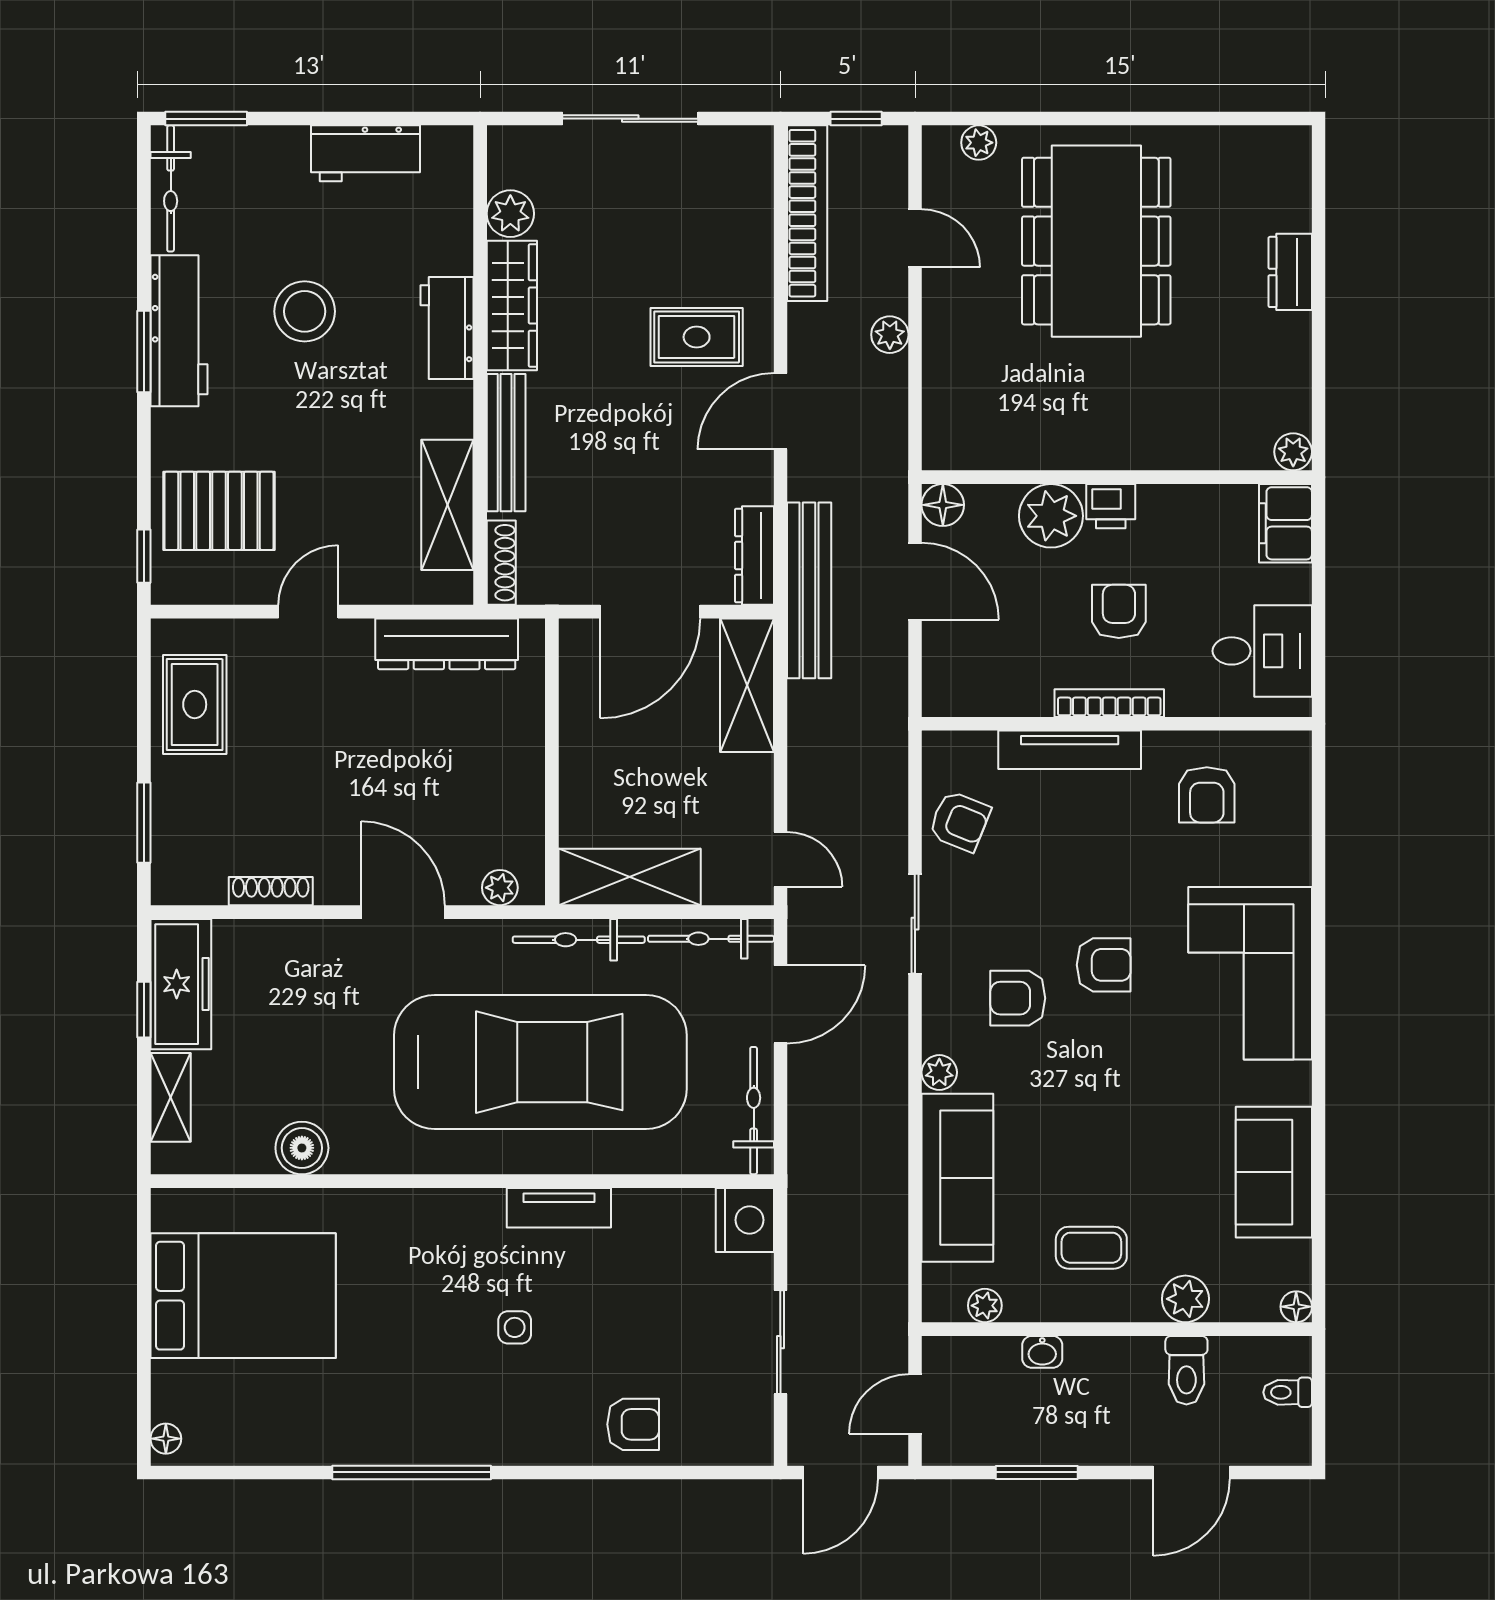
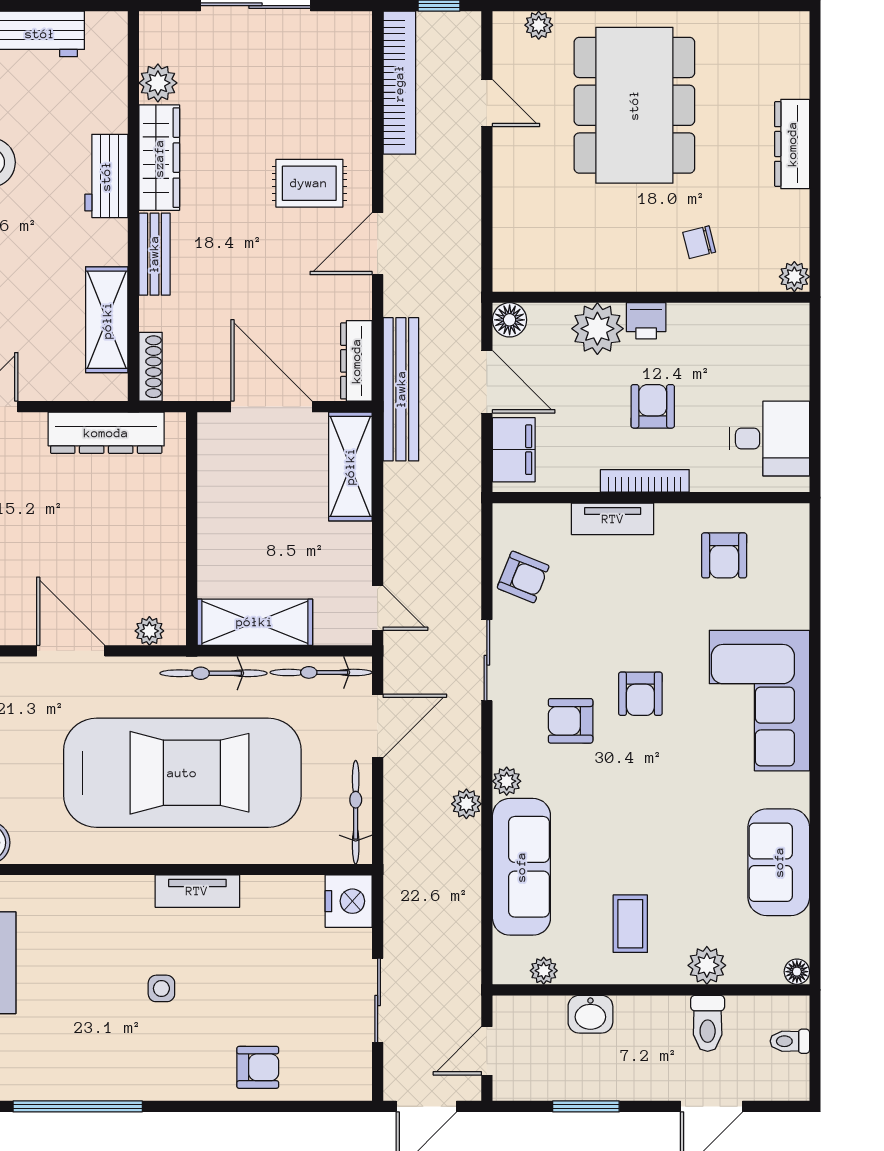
dresser: (1290, 272) -> (792, 144), width x1.44
plant: (890, 335) -> (466, 804), moved
chair: (1176, 410) -> (699, 242), added
bench: (506, 443) -> (154, 254), width x0.73
filing cabinet: (1286, 523) -> (514, 450), moved, turned 180
door: (650, 612) -> (271, 407), swing flipped
tv unit: (1070, 750) -> (613, 519), width x0.71
armchair: (1104, 965) -> (640, 694), turned 90
coffee table: (1091, 1248) -> (630, 924), turned 90
washbasin: (1042, 1352) -> (590, 1014), width x1.38, depth x1.45

